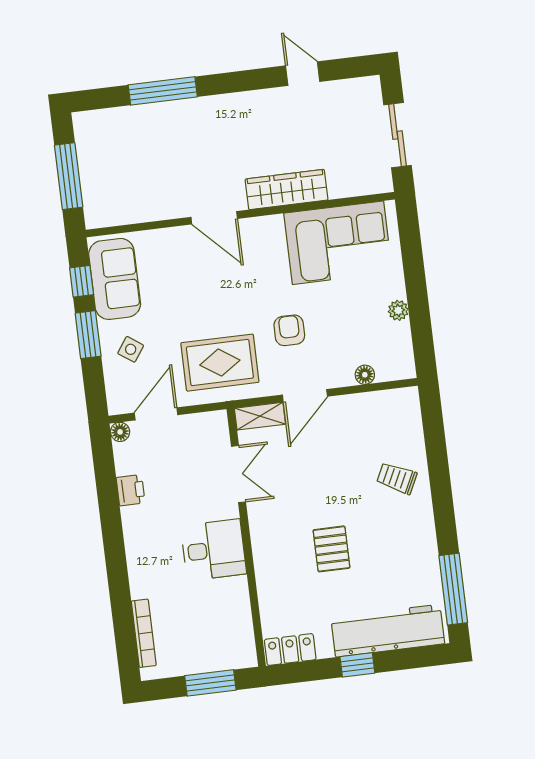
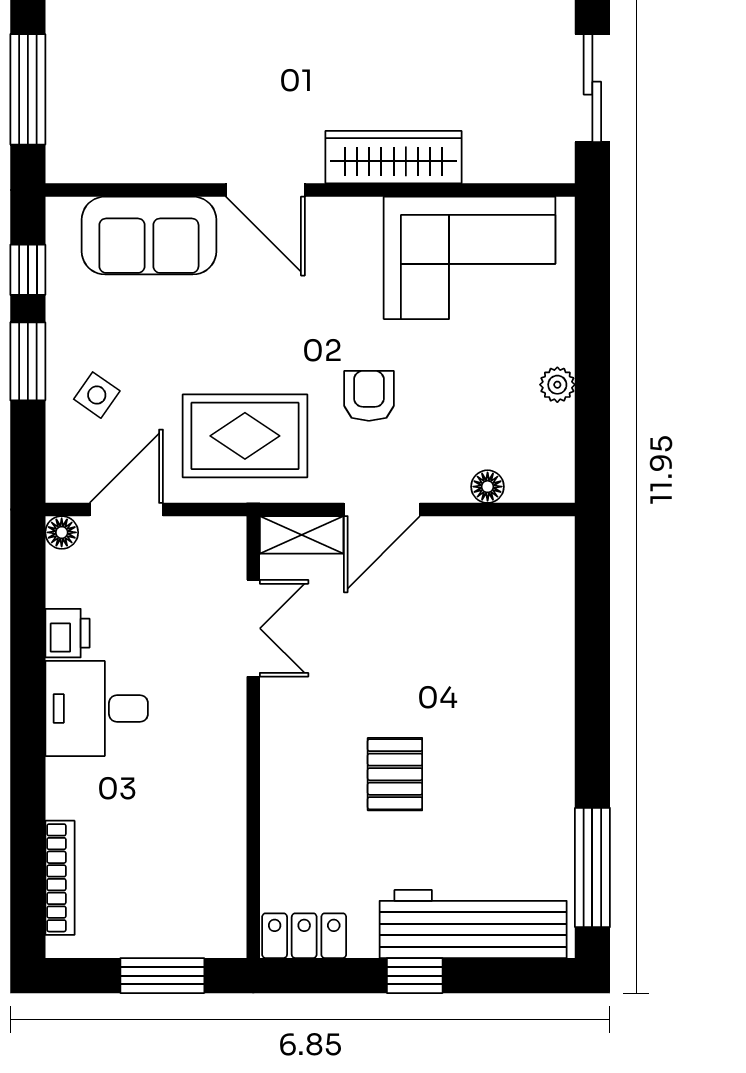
sofa: (115, 279) -> (149, 236), moved, turned 90
trolley: (397, 478) -> (520, 668), removed
desk: (214, 550) -> (97, 709), moved, turned 180

